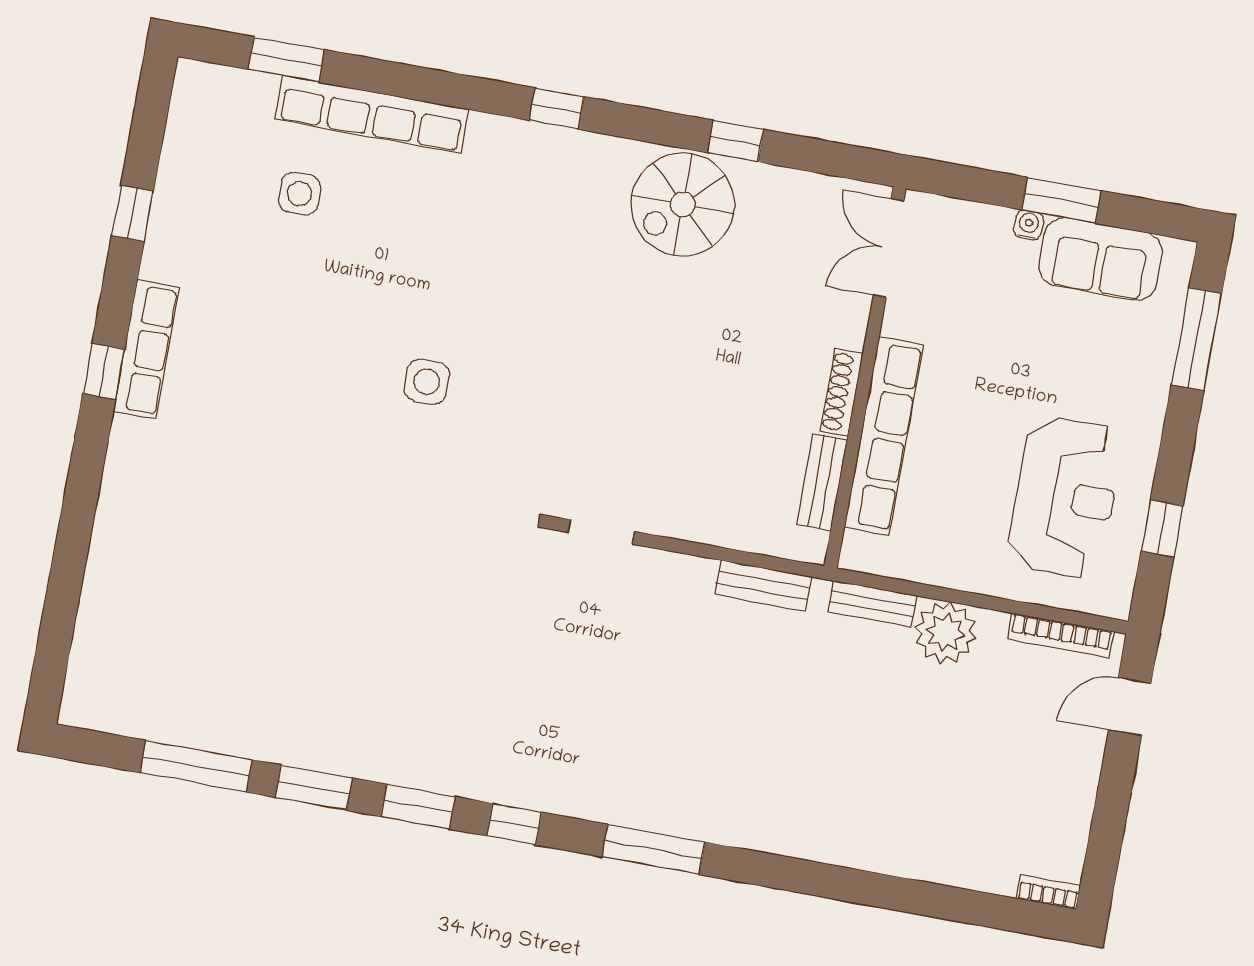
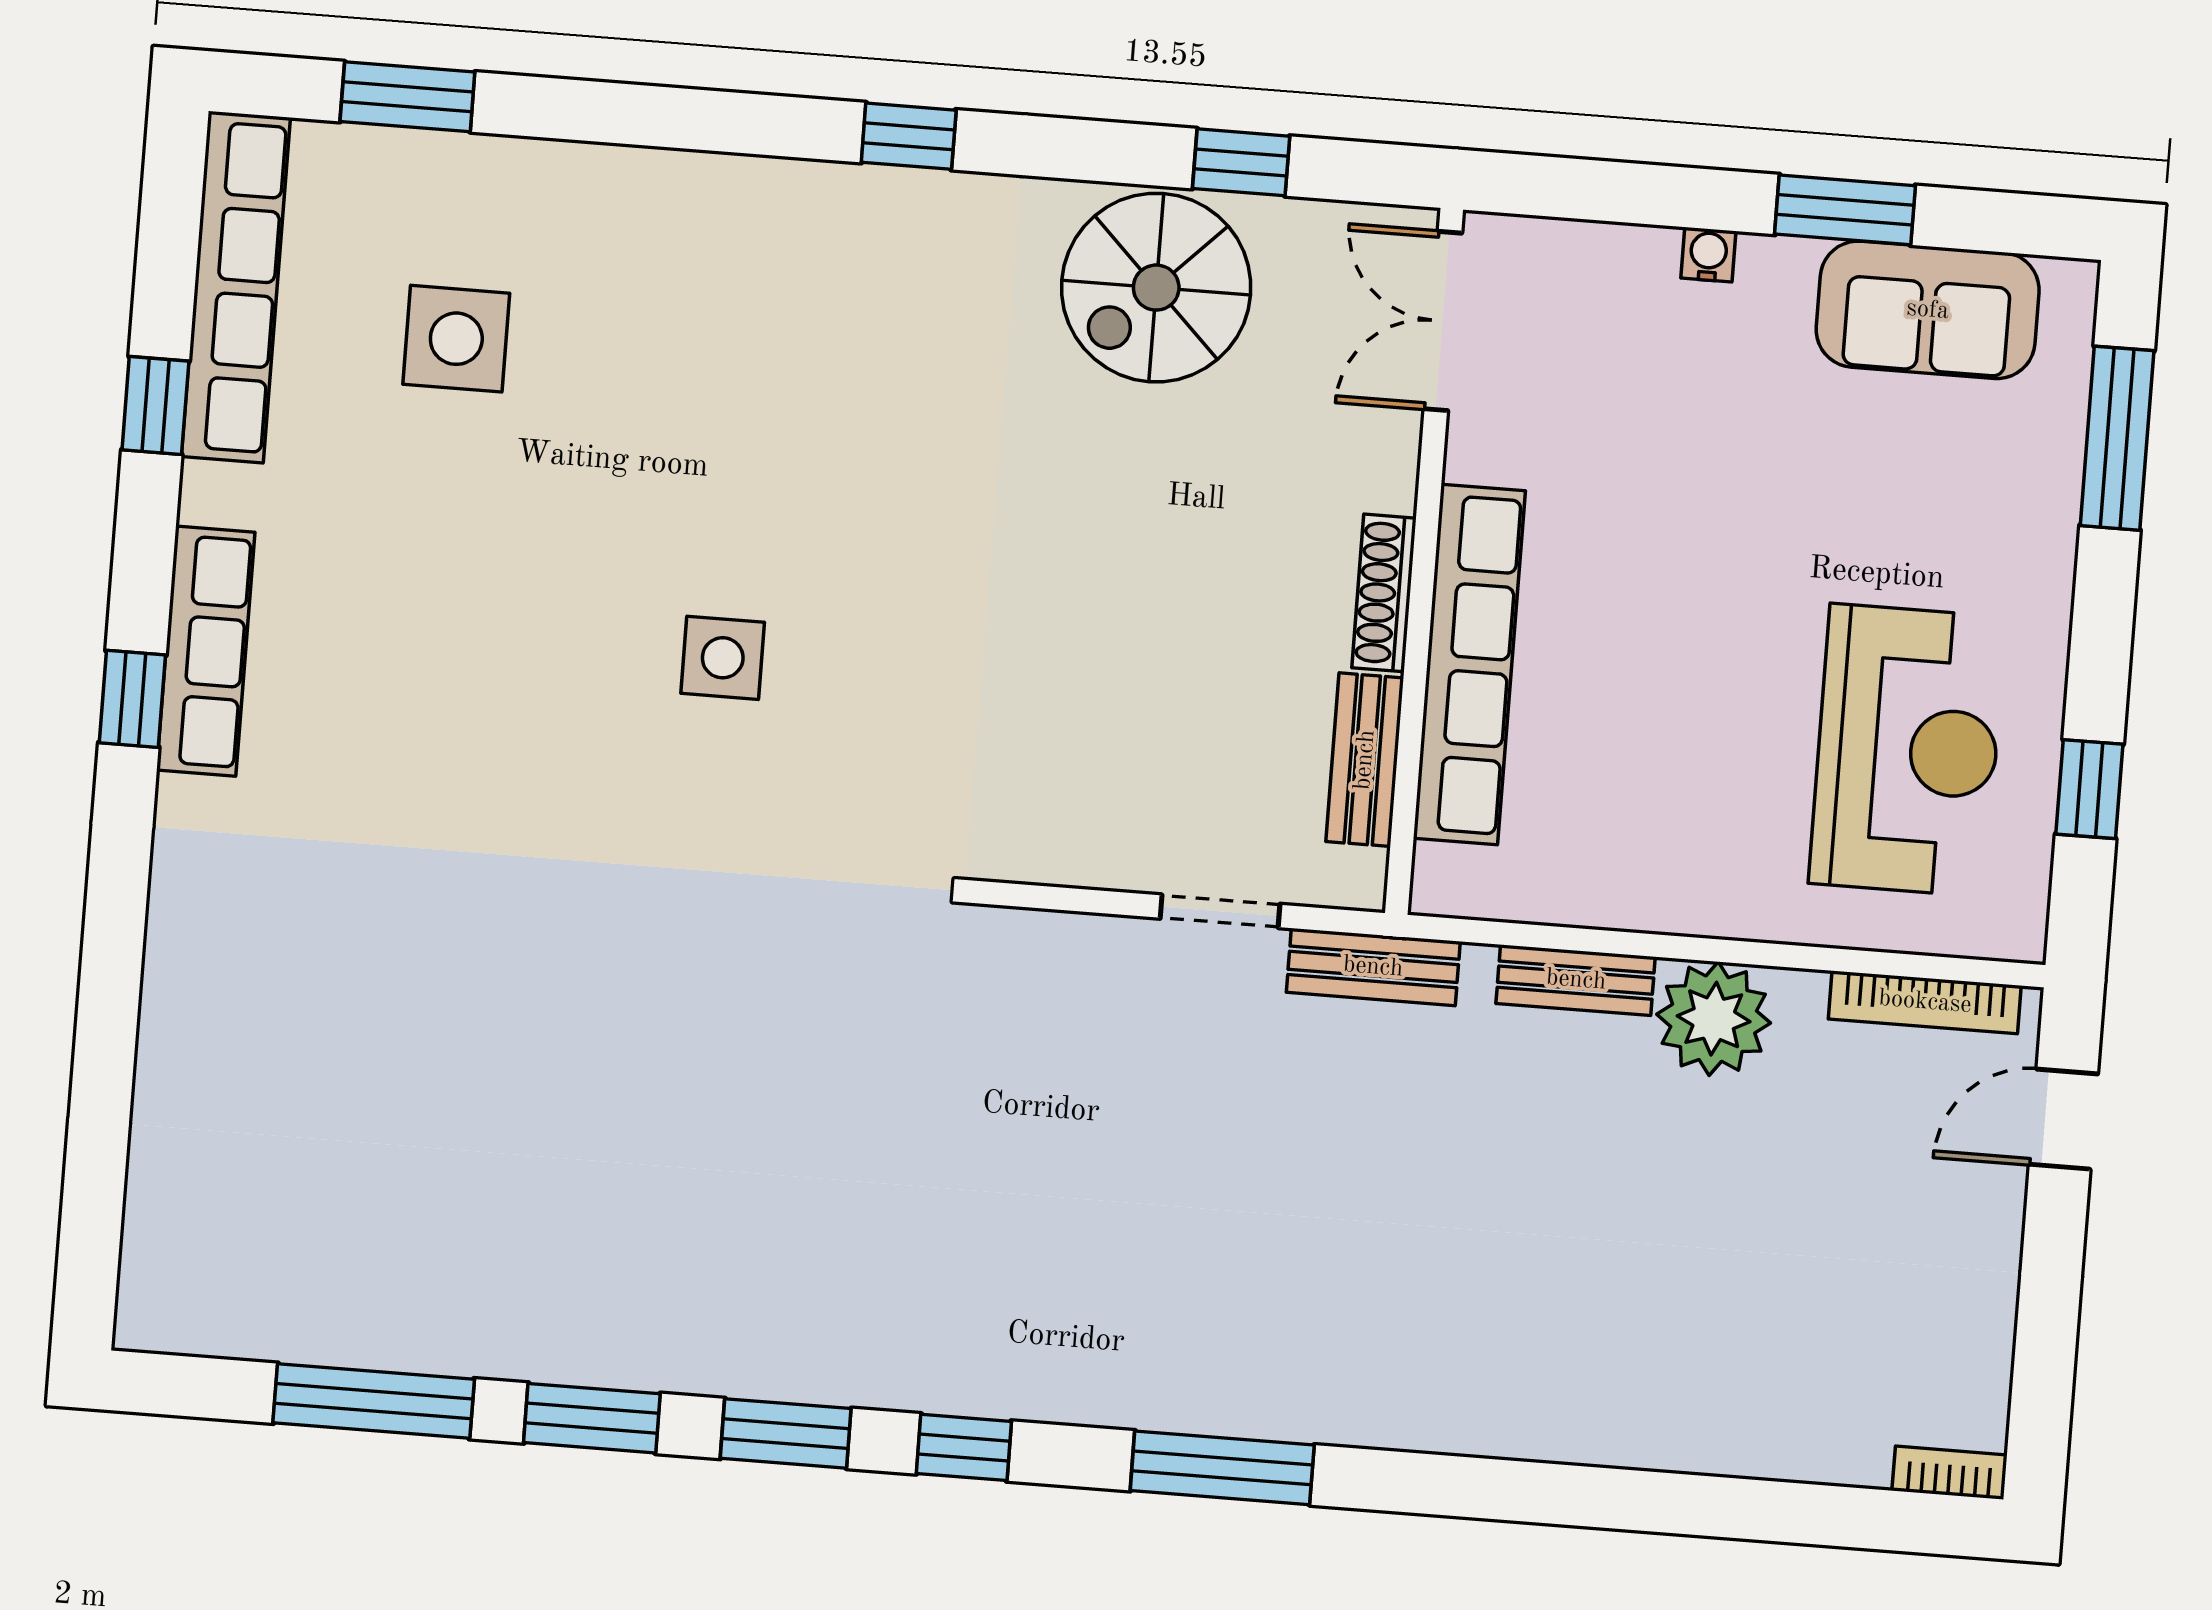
row of seats: (372, 114) -> (236, 287), moved, turned -90
side table: (300, 194) -> (456, 339), width x1.37, depth x1.37
water cooler: (1029, 225) -> (1708, 255), moved
double door: (889, 248) -> (1443, 321), moved
wall: (865, 377) -> (1424, 561), moved
shoe rack: (842, 392) -> (1384, 593), moved
row of seats: (884, 436) -> (1469, 664), moved
bench: (822, 482) -> (1365, 760), moved
doorway: (602, 532) -> (1220, 911), moved

